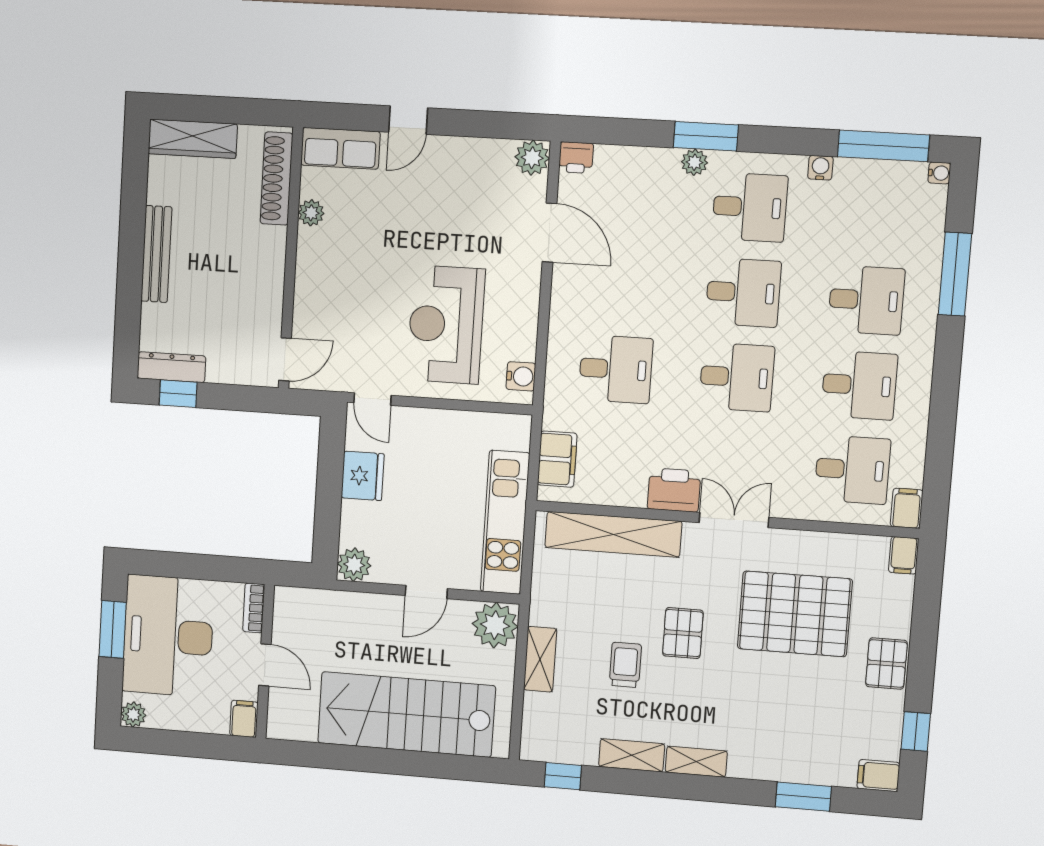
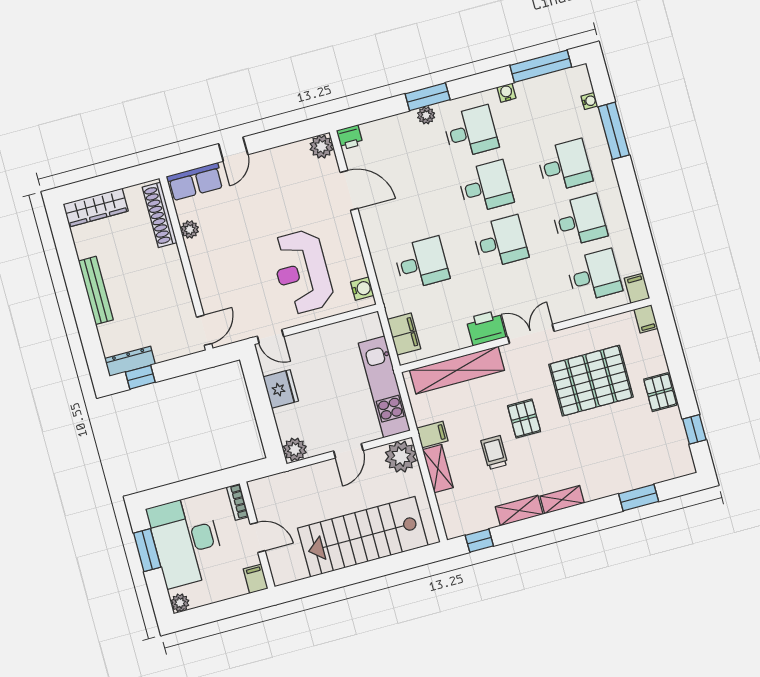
water cooler: (939, 173) -> (589, 101), moved
filing cabinet: (878, 776) -> (432, 435), moved, turned 180

